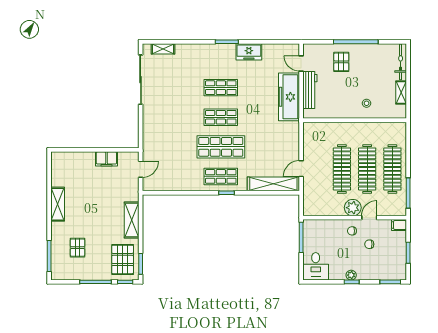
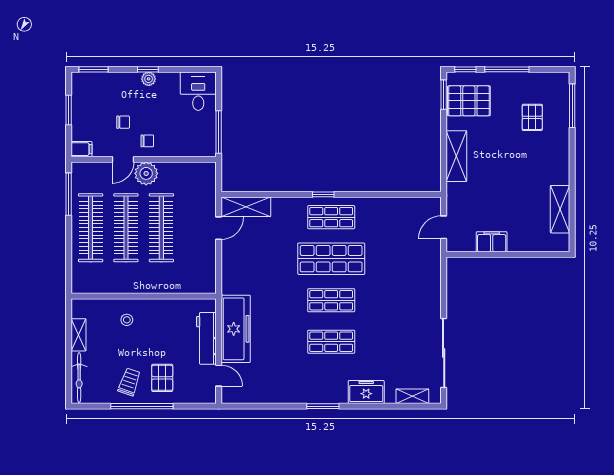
freezer: (249, 52) -> (366, 392), moved
trolley: (365, 59) -> (129, 382), added
shelving: (273, 184) -> (246, 207), width x0.68
shelving: (58, 204) -> (560, 209), moved
pallet: (123, 259) -> (469, 101), turned 90

